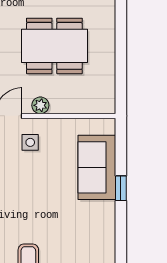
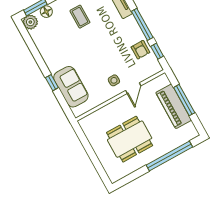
plant: (40, 105) -> (119, 103), removed

